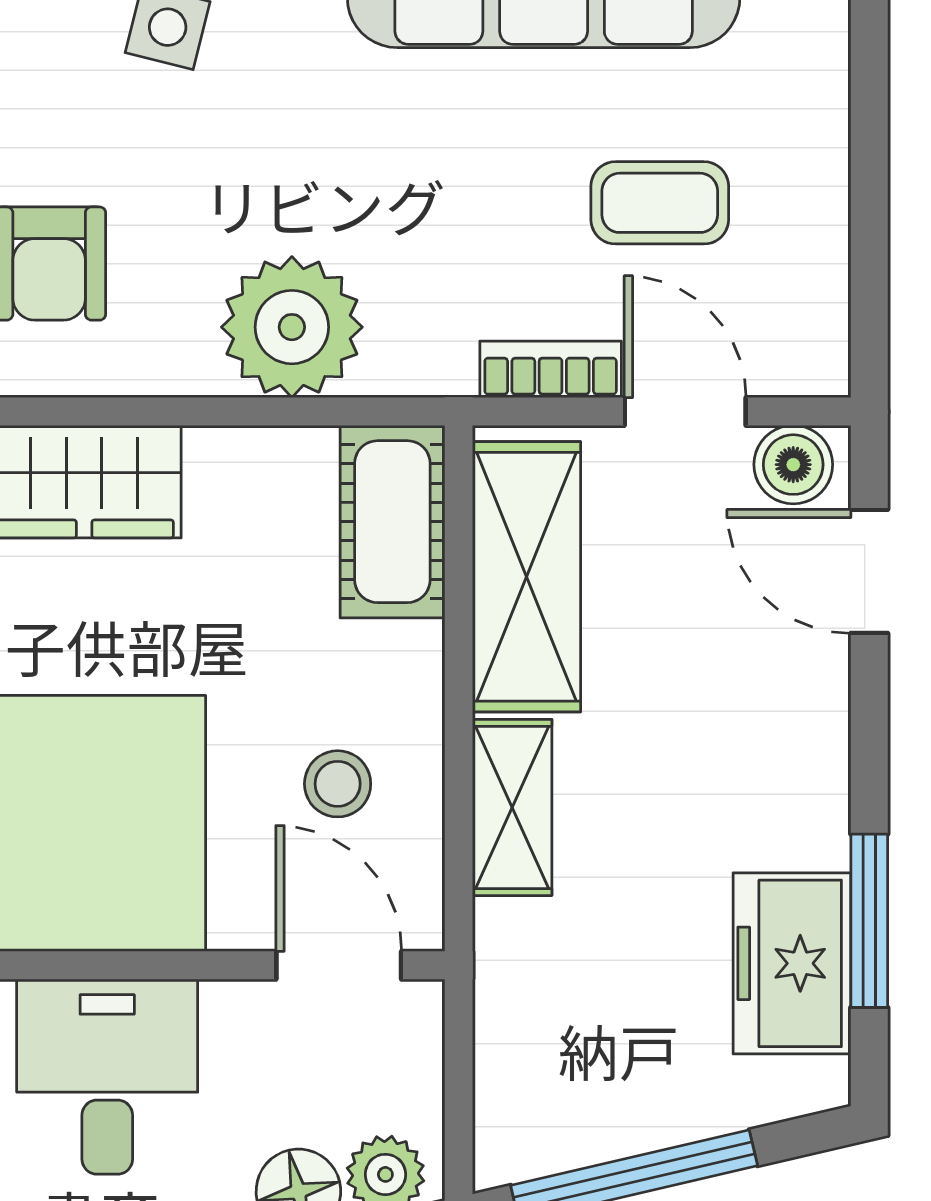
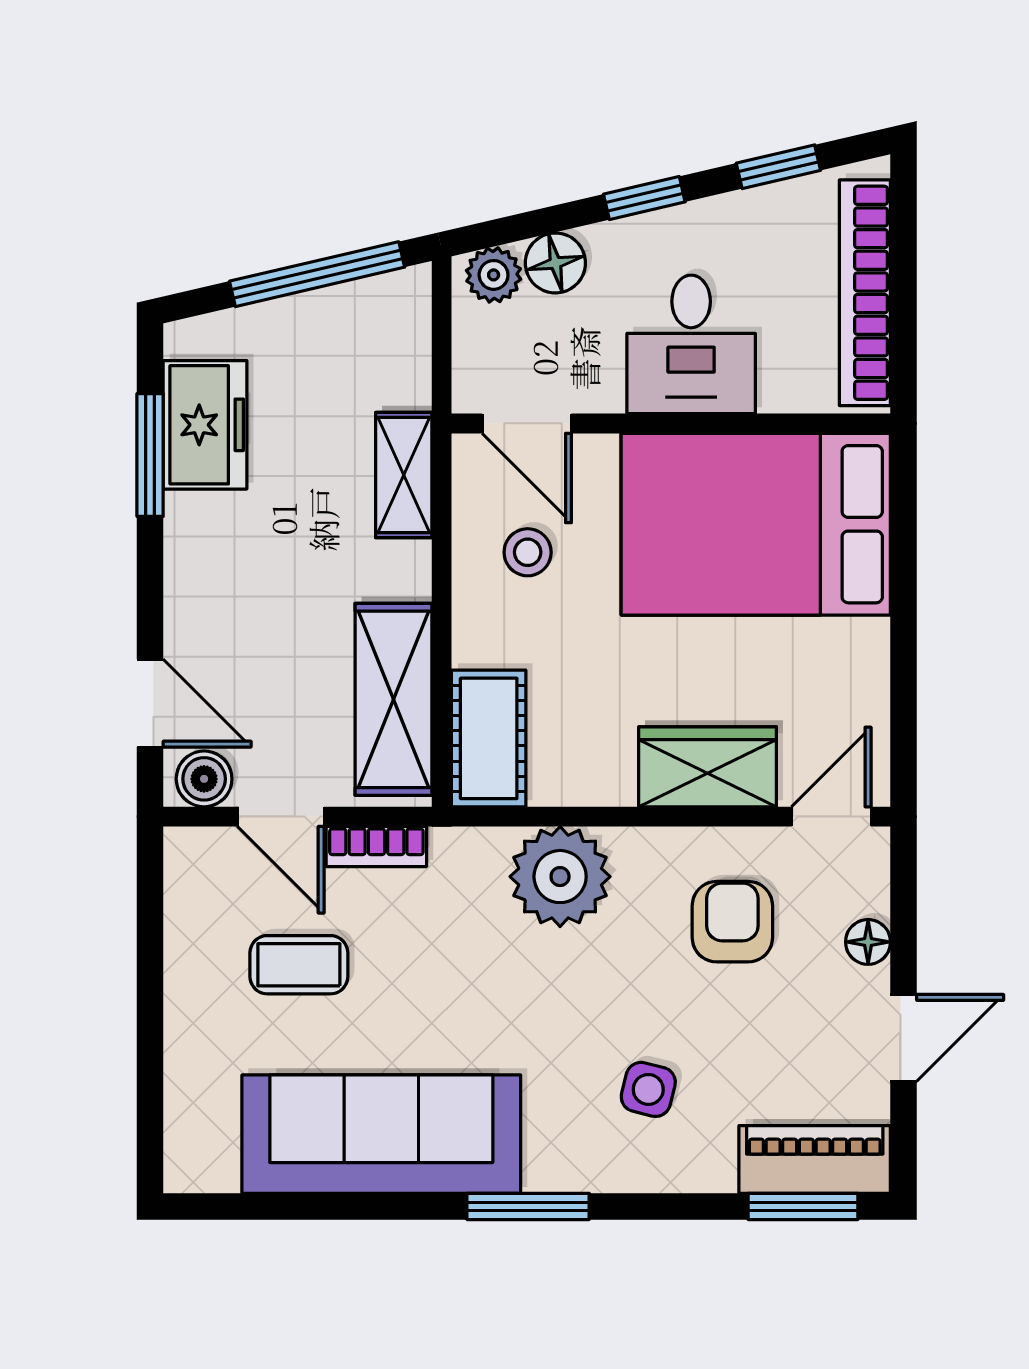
shelving: (512, 807) -> (404, 475), moved

